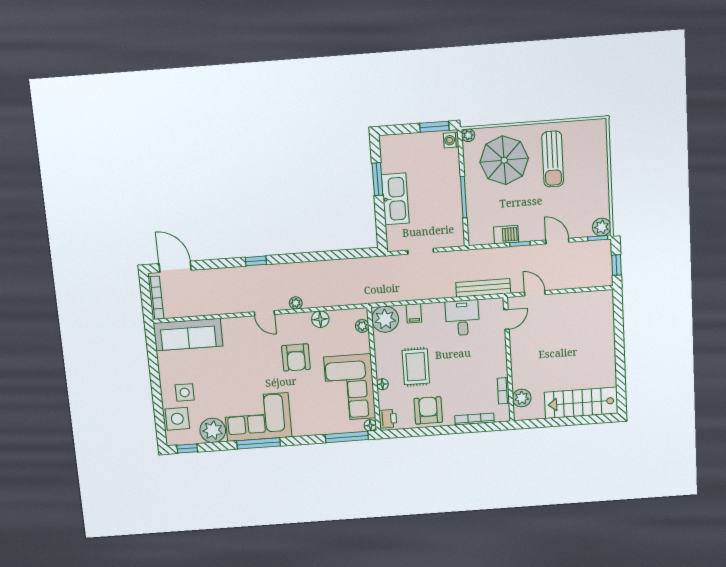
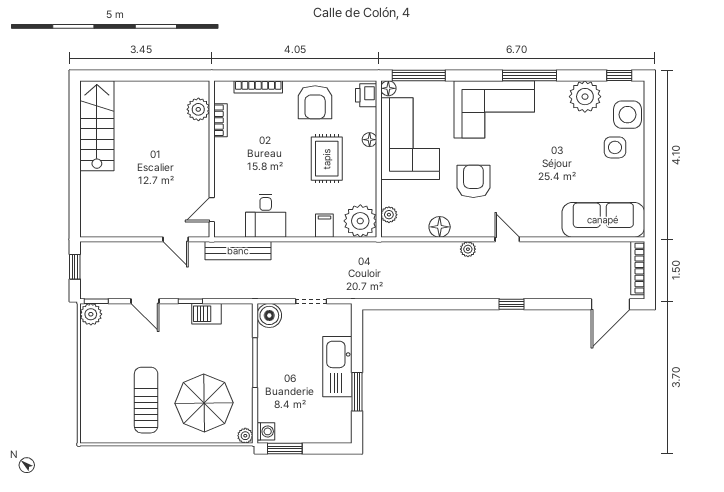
boiler: (454, 237) -> (269, 315), added
door: (175, 267) -> (610, 304), hinge flipped
stairs: (581, 403) -> (97, 126), moved, turned -90
corner sofa: (258, 417) -> (494, 109), moved

